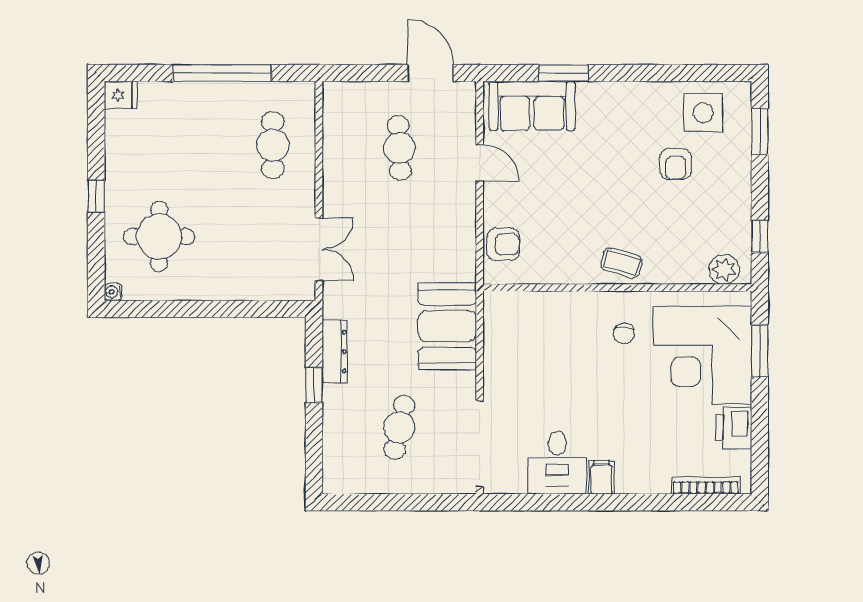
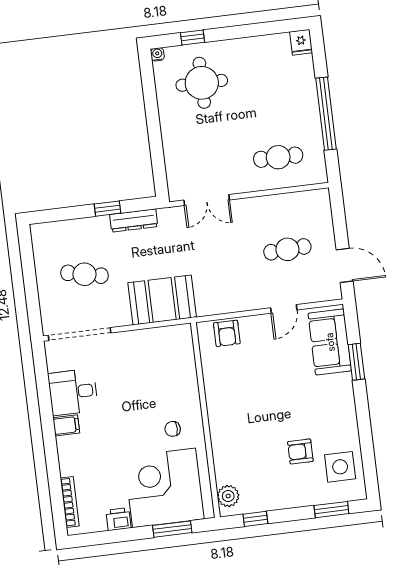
door: (431, 73) -> (345, 265), hinge flipped
window: (96, 196) -> (192, 38), moved
coffee table: (622, 263) -> (224, 421), removed
printer: (734, 428) -> (118, 519), width x0.73, depth x0.81

